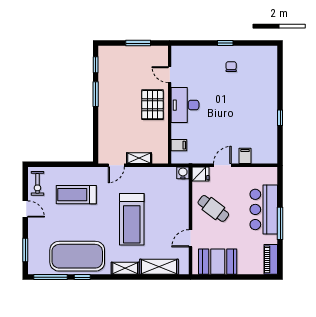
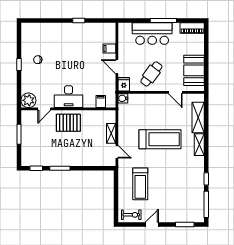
plant: (180, 55) -> (28, 100), added
exercise mat: (77, 256) -> (190, 183), removed

